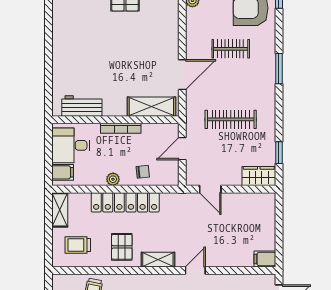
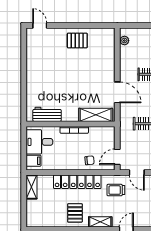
door: (182, 75) -> (117, 92), hinge flipped
door: (182, 149) -> (117, 157), moved
plant: (113, 179) -> (69, 166), removed
trolley: (78, 245) -> (116, 190), moved

